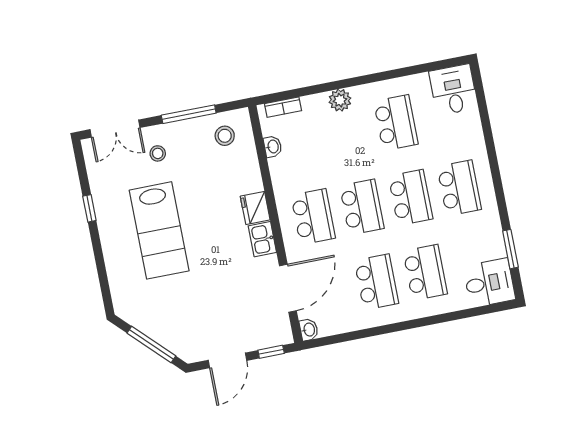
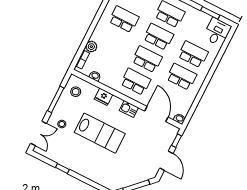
plant: (340, 100) -> (91, 47), moved
fridge: (255, 208) -> (103, 97), moved
lab bench: (159, 230) -> (100, 133), moved

